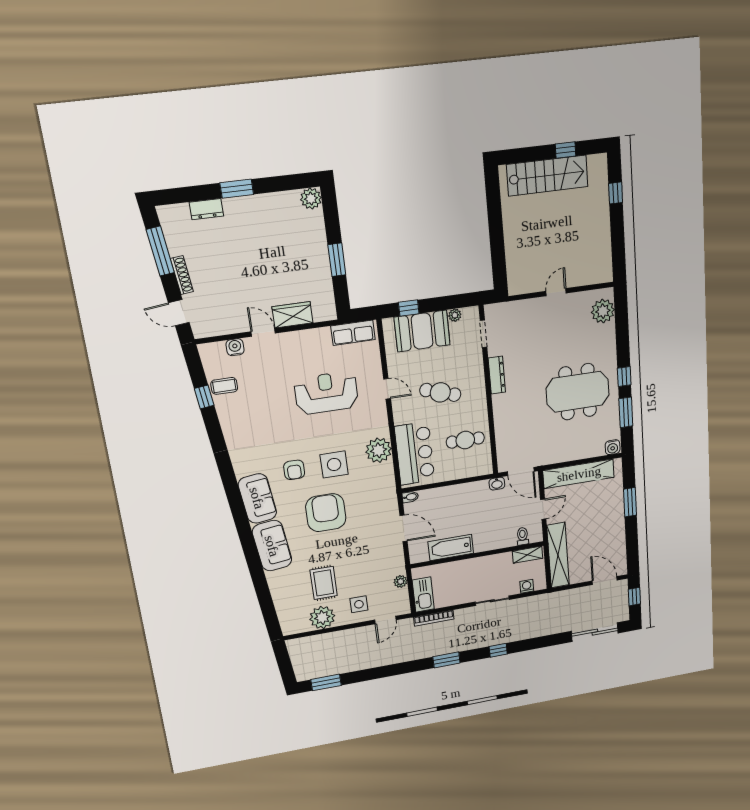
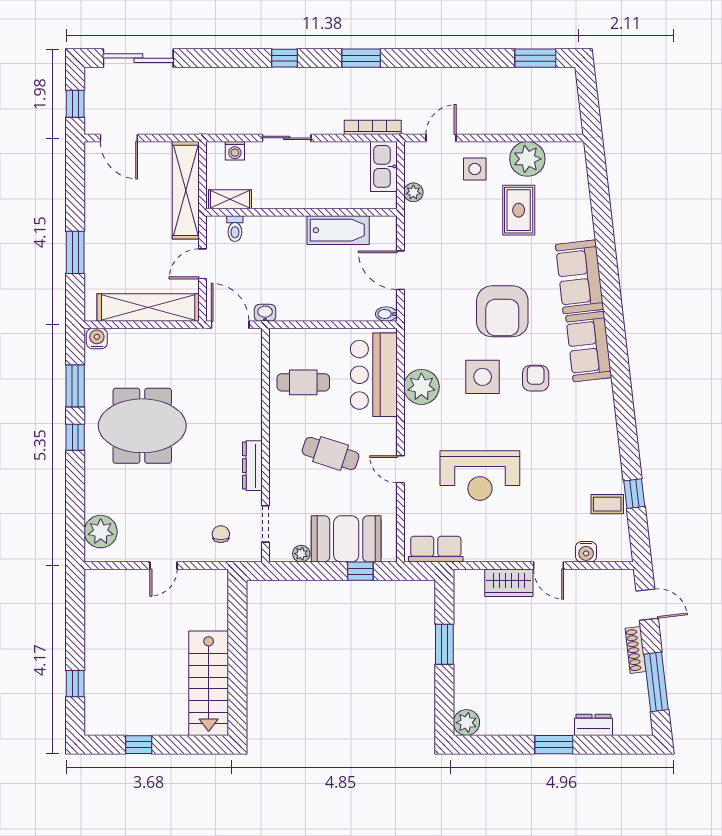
stairs: (547, 176) -> (209, 683), moved, turned -90
chair: (516, 322) -> (221, 534), added

